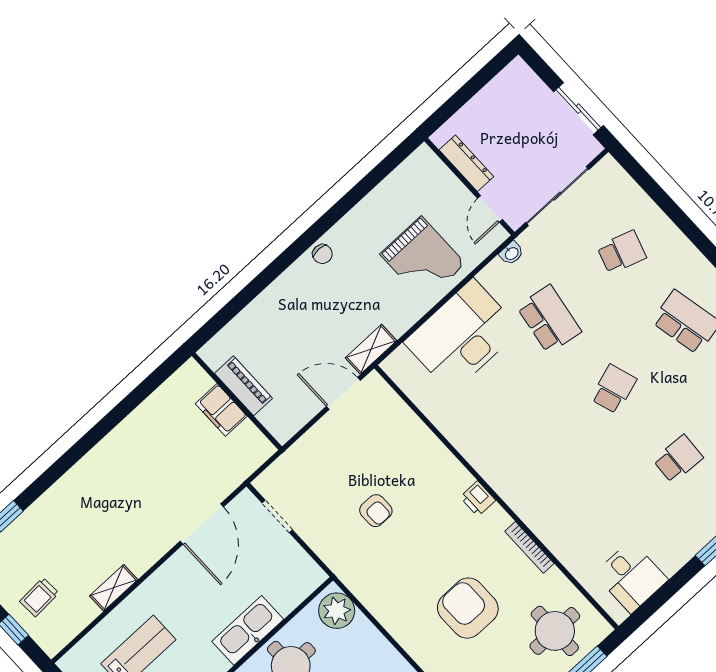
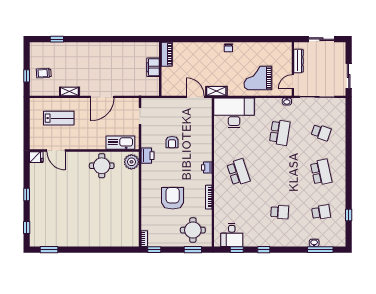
sliding door: (471, 88) -> (321, 39), added
grand piano: (423, 259) -> (258, 78), turned 90
desk: (462, 336) -> (234, 113), moved
piano: (243, 386) -> (167, 54), moved
school desk: (614, 389) -> (238, 172), moved, width x1.85
door: (202, 524) -> (102, 97), moved
printer: (354, 574) -> (147, 156), added
window: (664, 594) -> (237, 250), added
kitchen sink: (248, 630) -> (120, 143), moved

